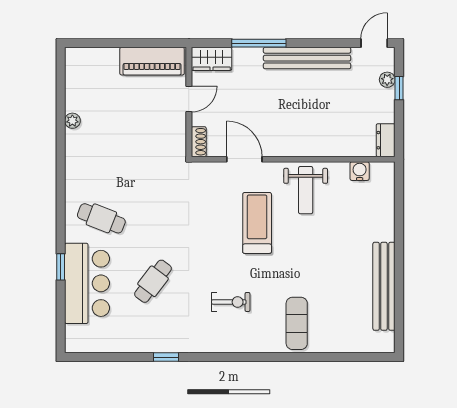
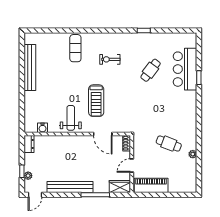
cafe table: (101, 218) -> (169, 144), moved

